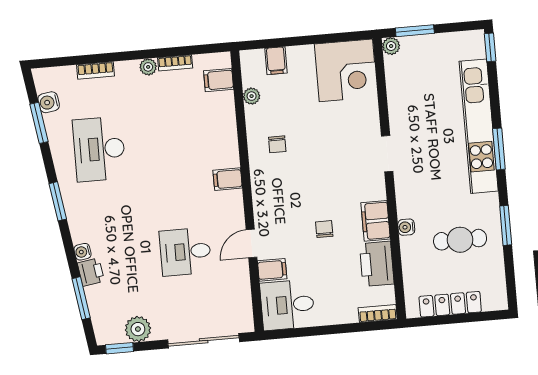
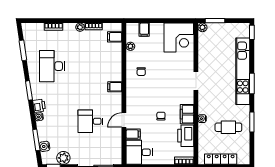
water cooler: (49, 102) -> (45, 146), moved
printer: (91, 272) -> (39, 106), moved

